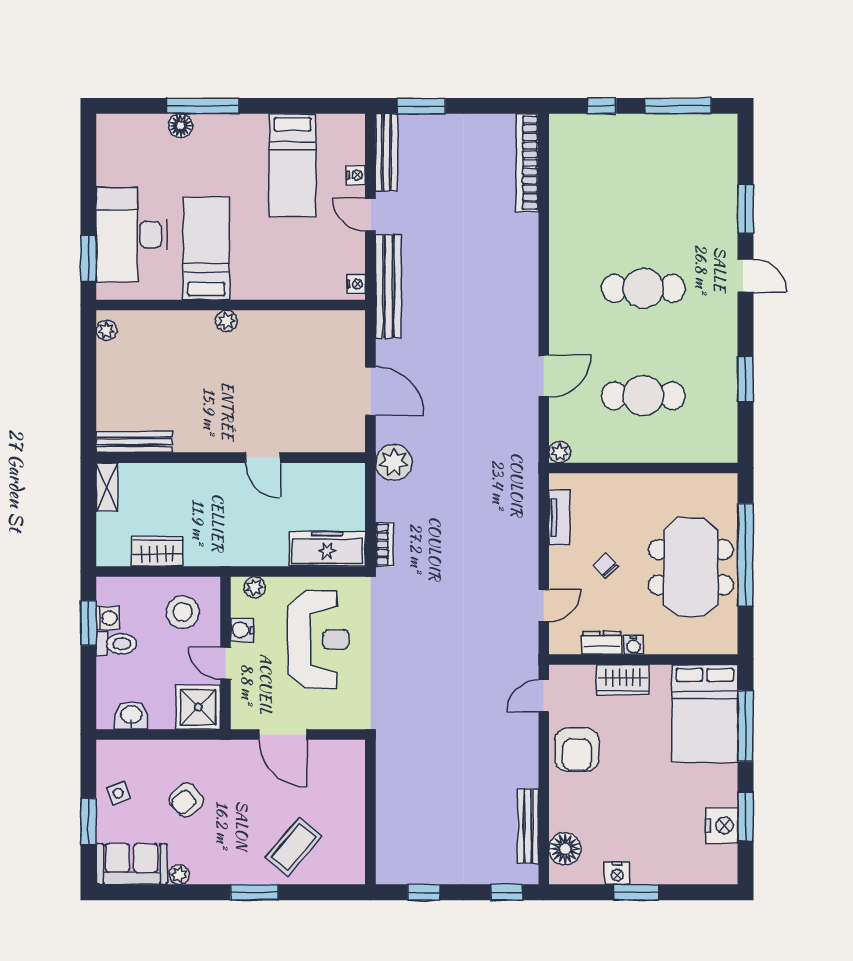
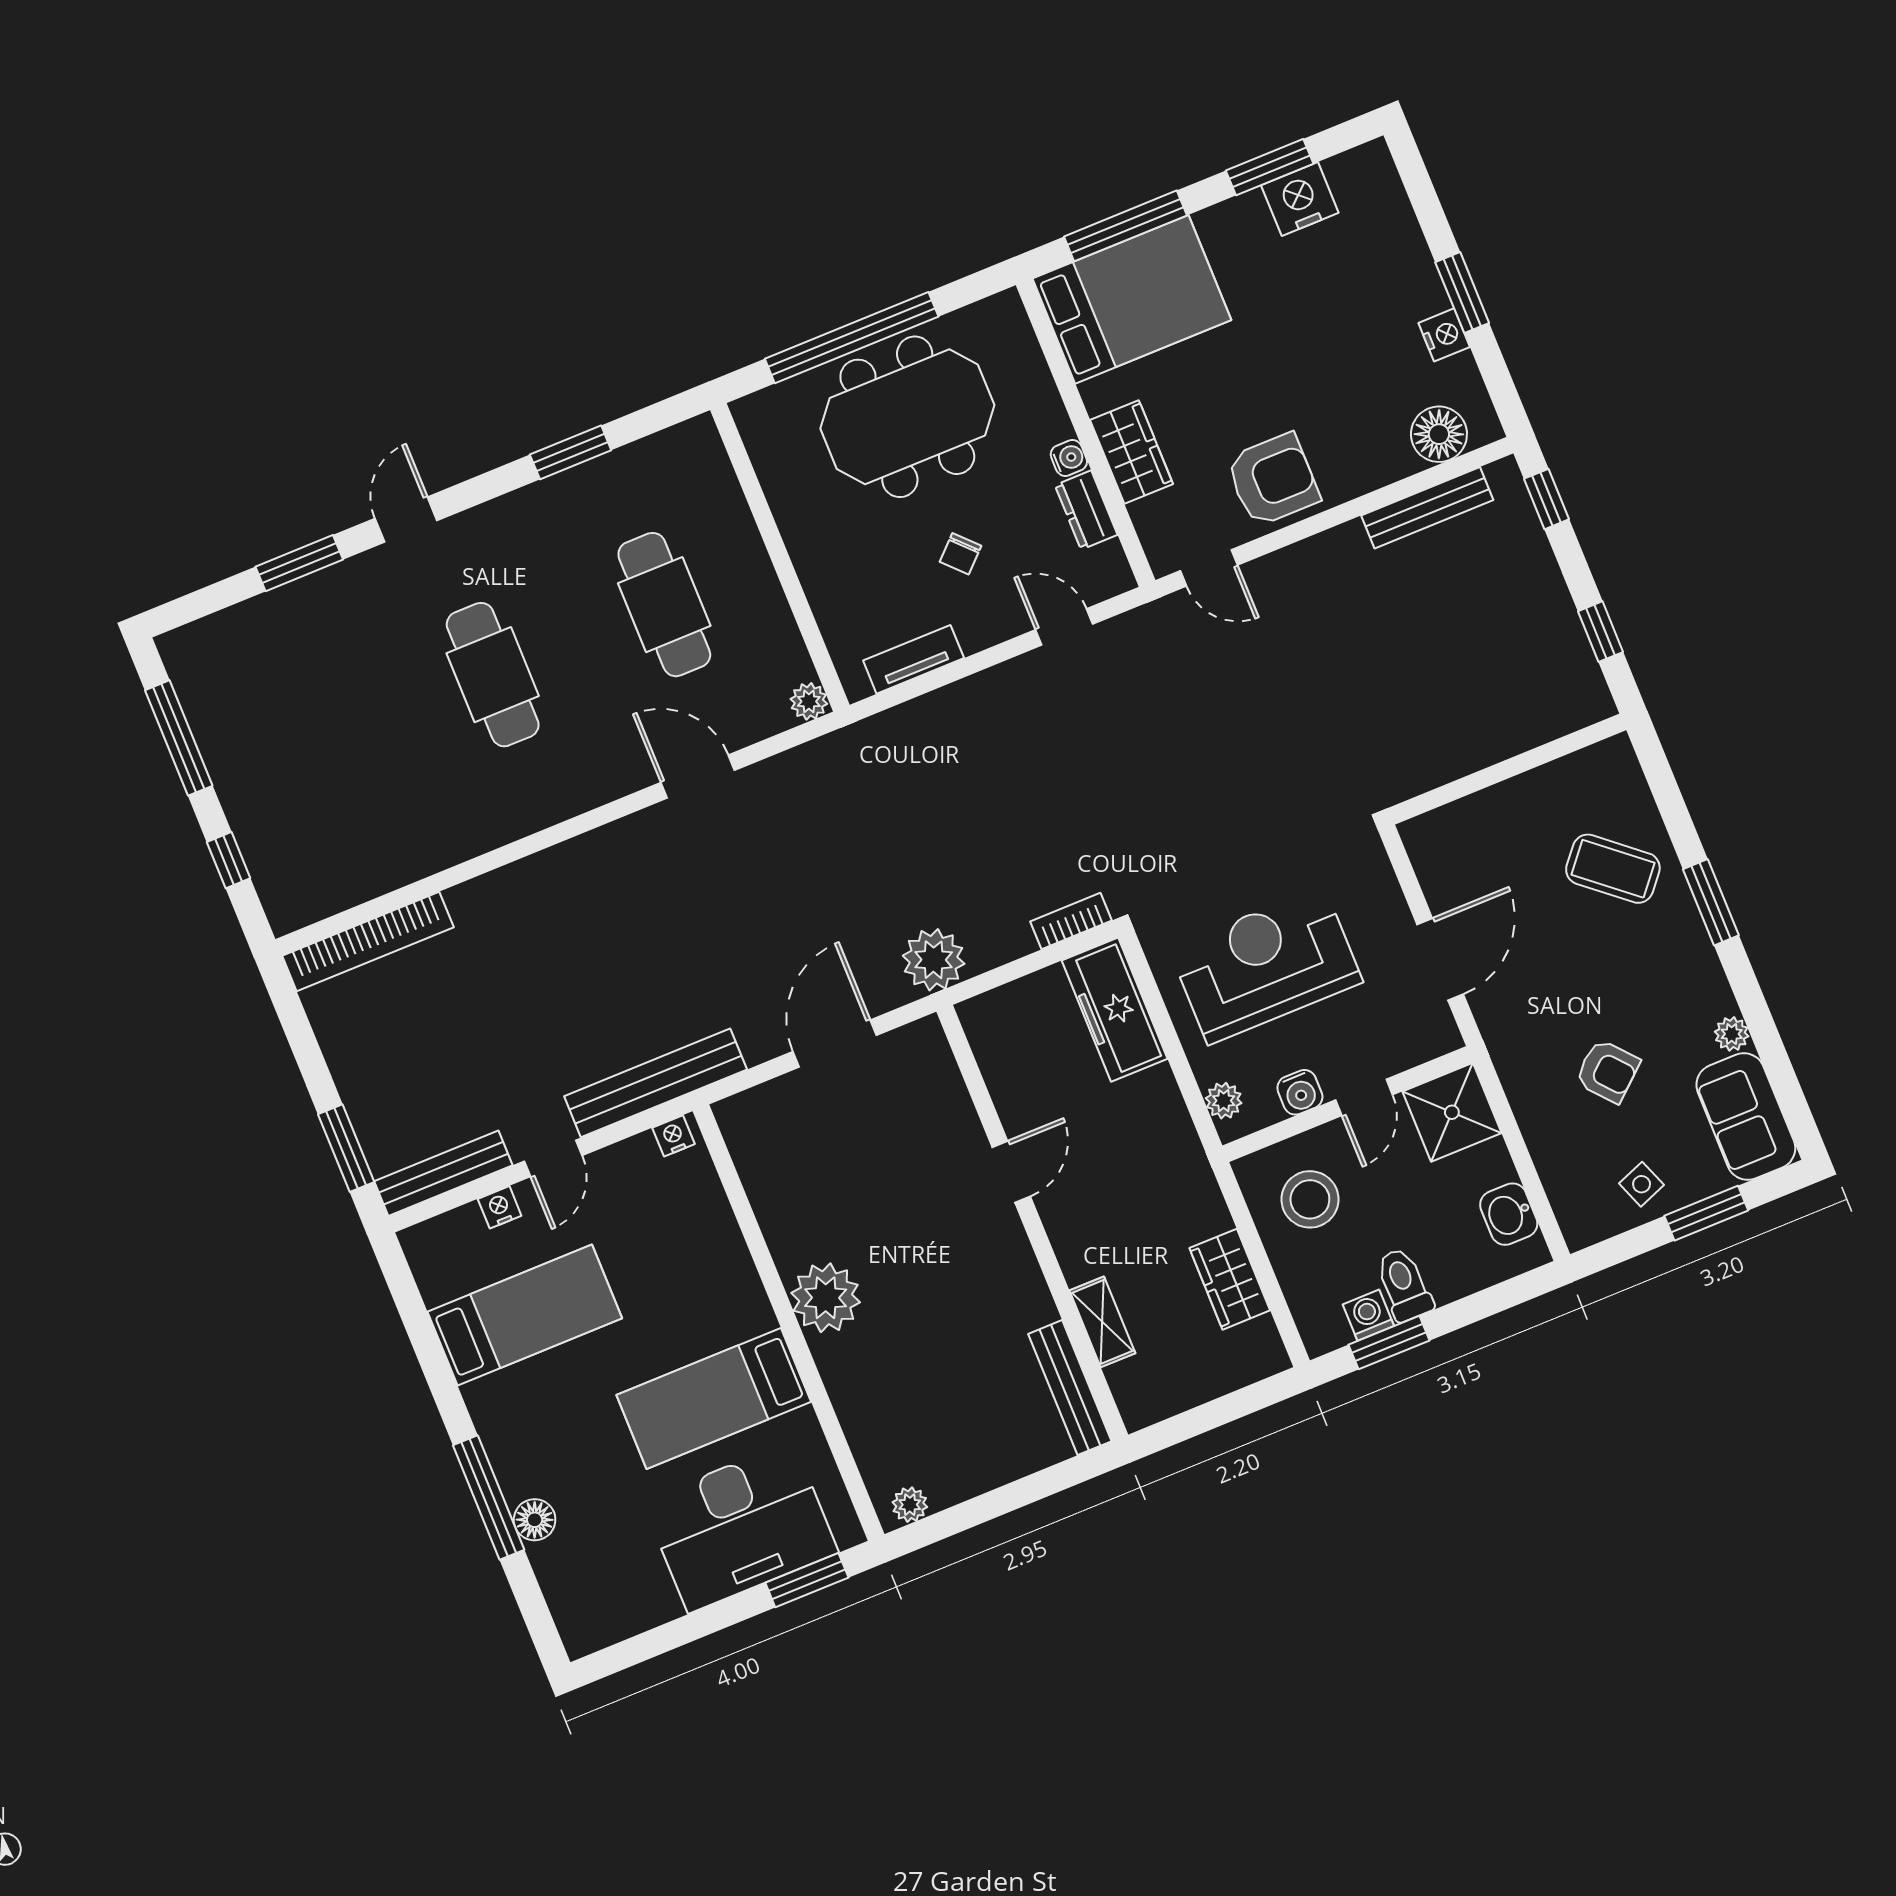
plant: (227, 321) -> (826, 1298), width x1.88, depth x1.88
shelving: (107, 487) -> (1102, 1322), moved, turned 90

